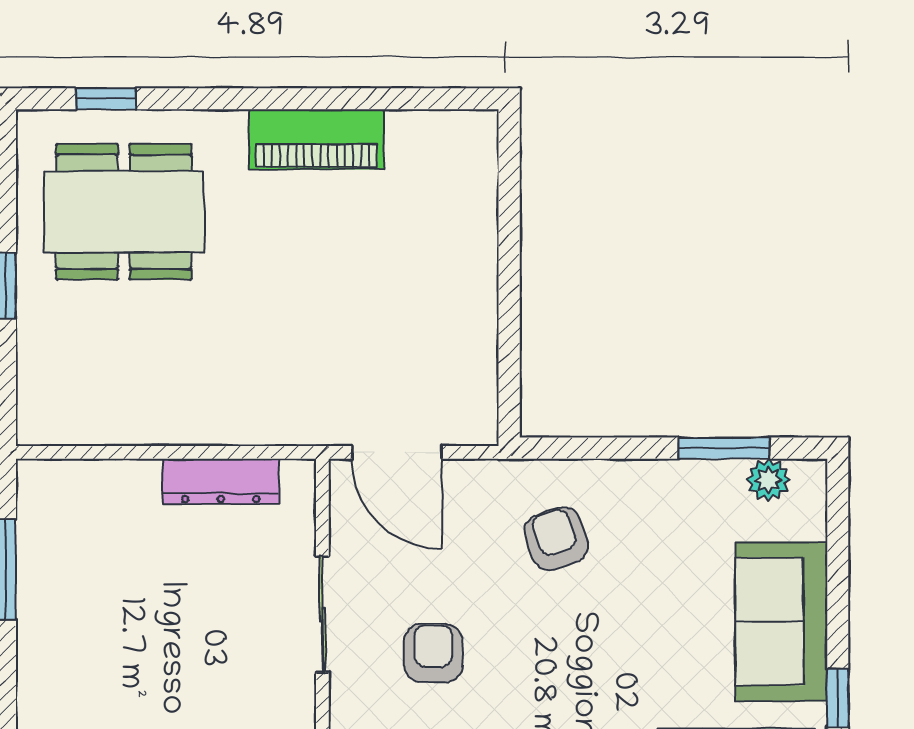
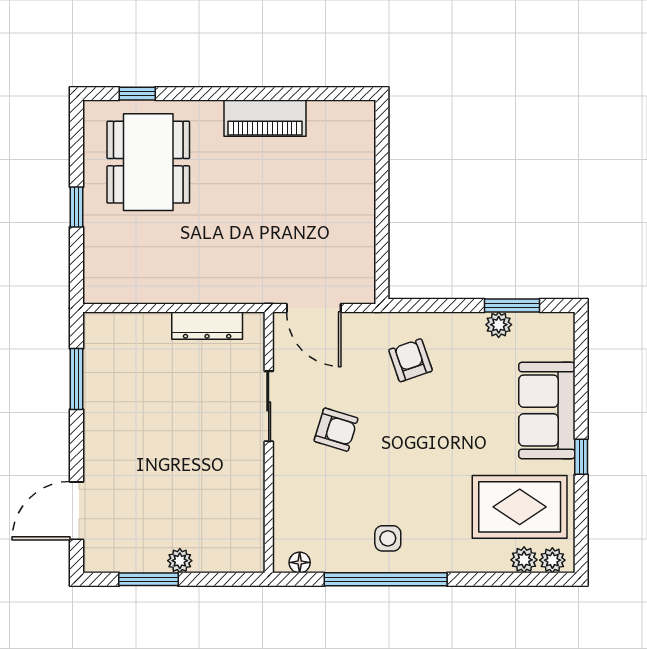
dining table: (124, 212) -> (148, 162), turned 90
plant: (768, 480) -> (499, 325), moved
armchair: (433, 653) -> (336, 430), turned 107

